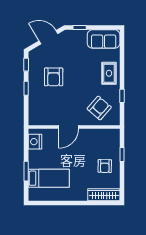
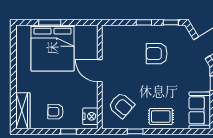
nightstand: (35, 142) -> (90, 116), moved, turned 90
bed: (49, 178) -> (52, 48), width x2.04

